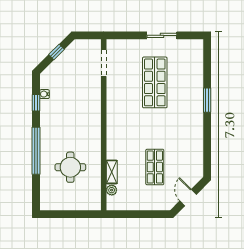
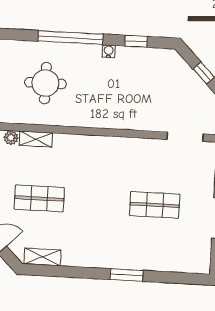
shop shelf: (155, 82) -> (155, 205), width x0.70, depth x0.74
water cooler: (45, 94) -> (109, 51), moved
shelving: (197, 162) -> (42, 257), added

